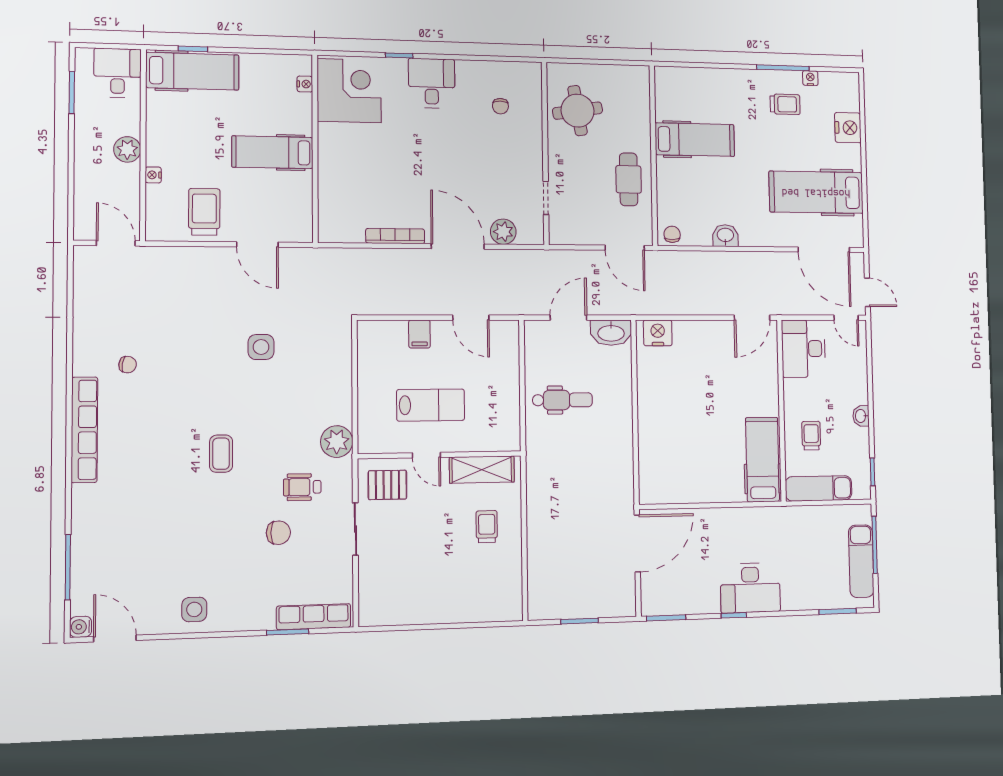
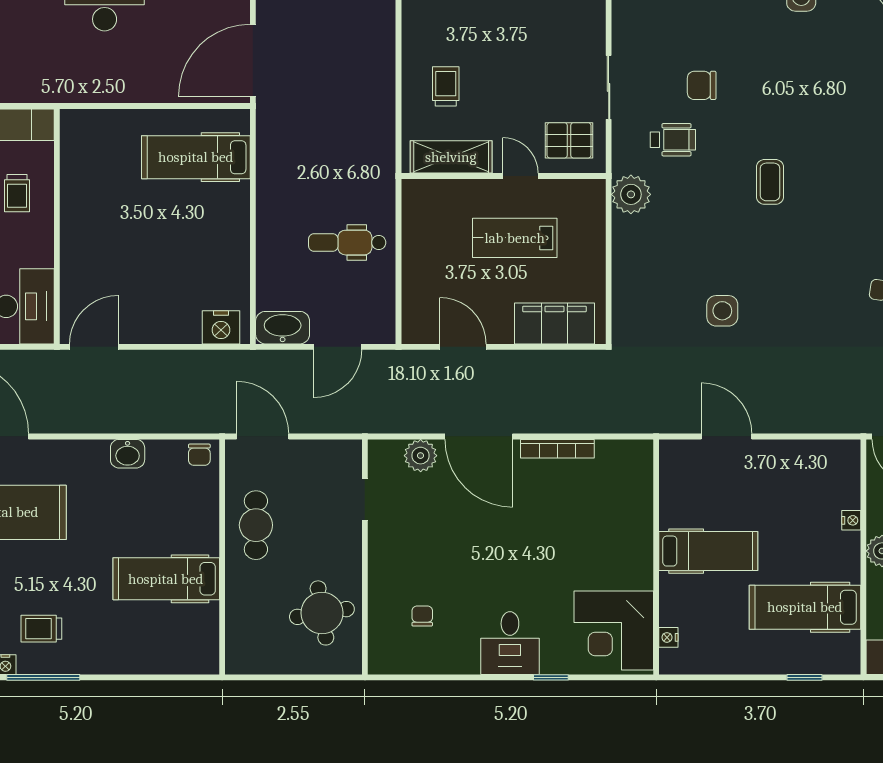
hospital bed: (192, 71) -> (805, 607), moved
trolley: (204, 212) -> (790, 476), removed
filing cabinet: (419, 334) -> (554, 323), width x3.00, depth x1.17
hospital bed: (762, 460) -> (196, 157), moved, turned 90
trolley: (487, 527) -> (446, 86), turned 180

